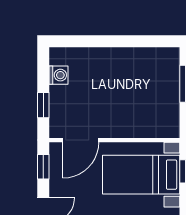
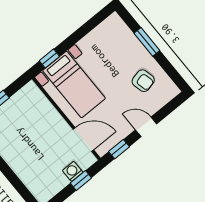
washing machine: (59, 75) -> (73, 171), moved

